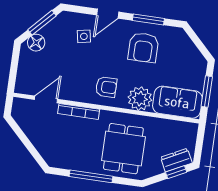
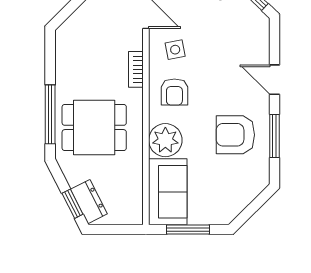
side table: (84, 36) -> (175, 50), moved
bookcase: (79, 111) -> (136, 69), width x0.64
window: (91, 176) -> (50, 114), moved

